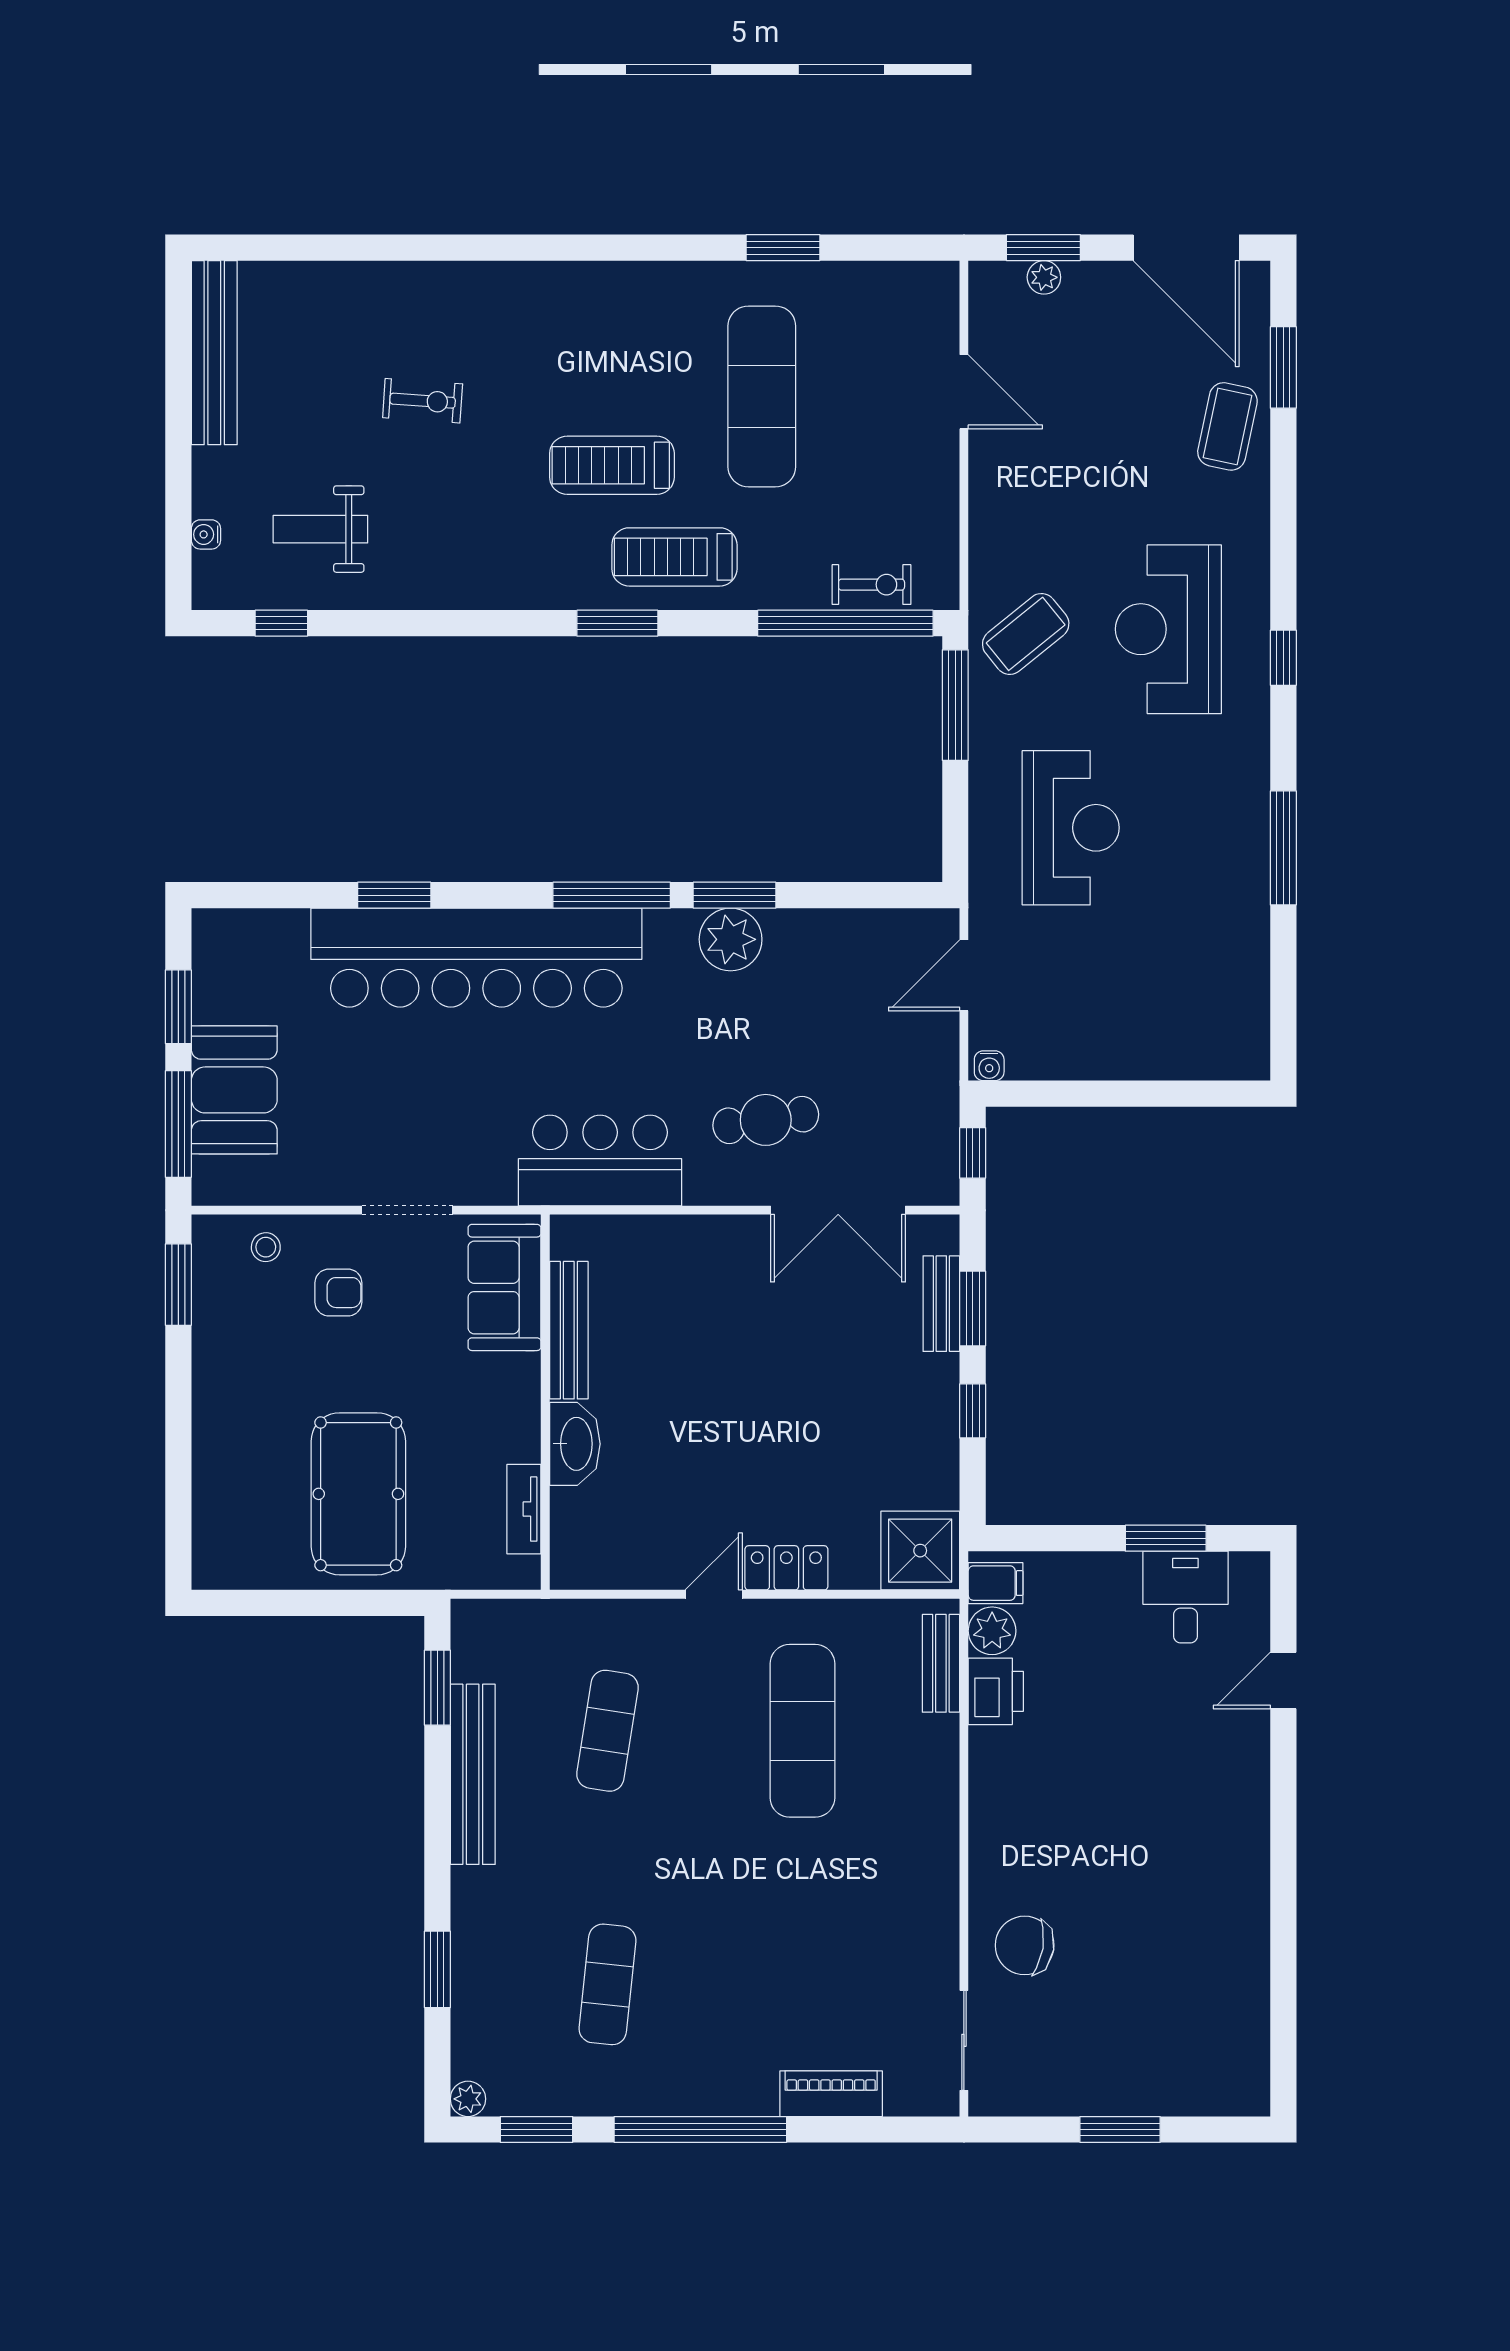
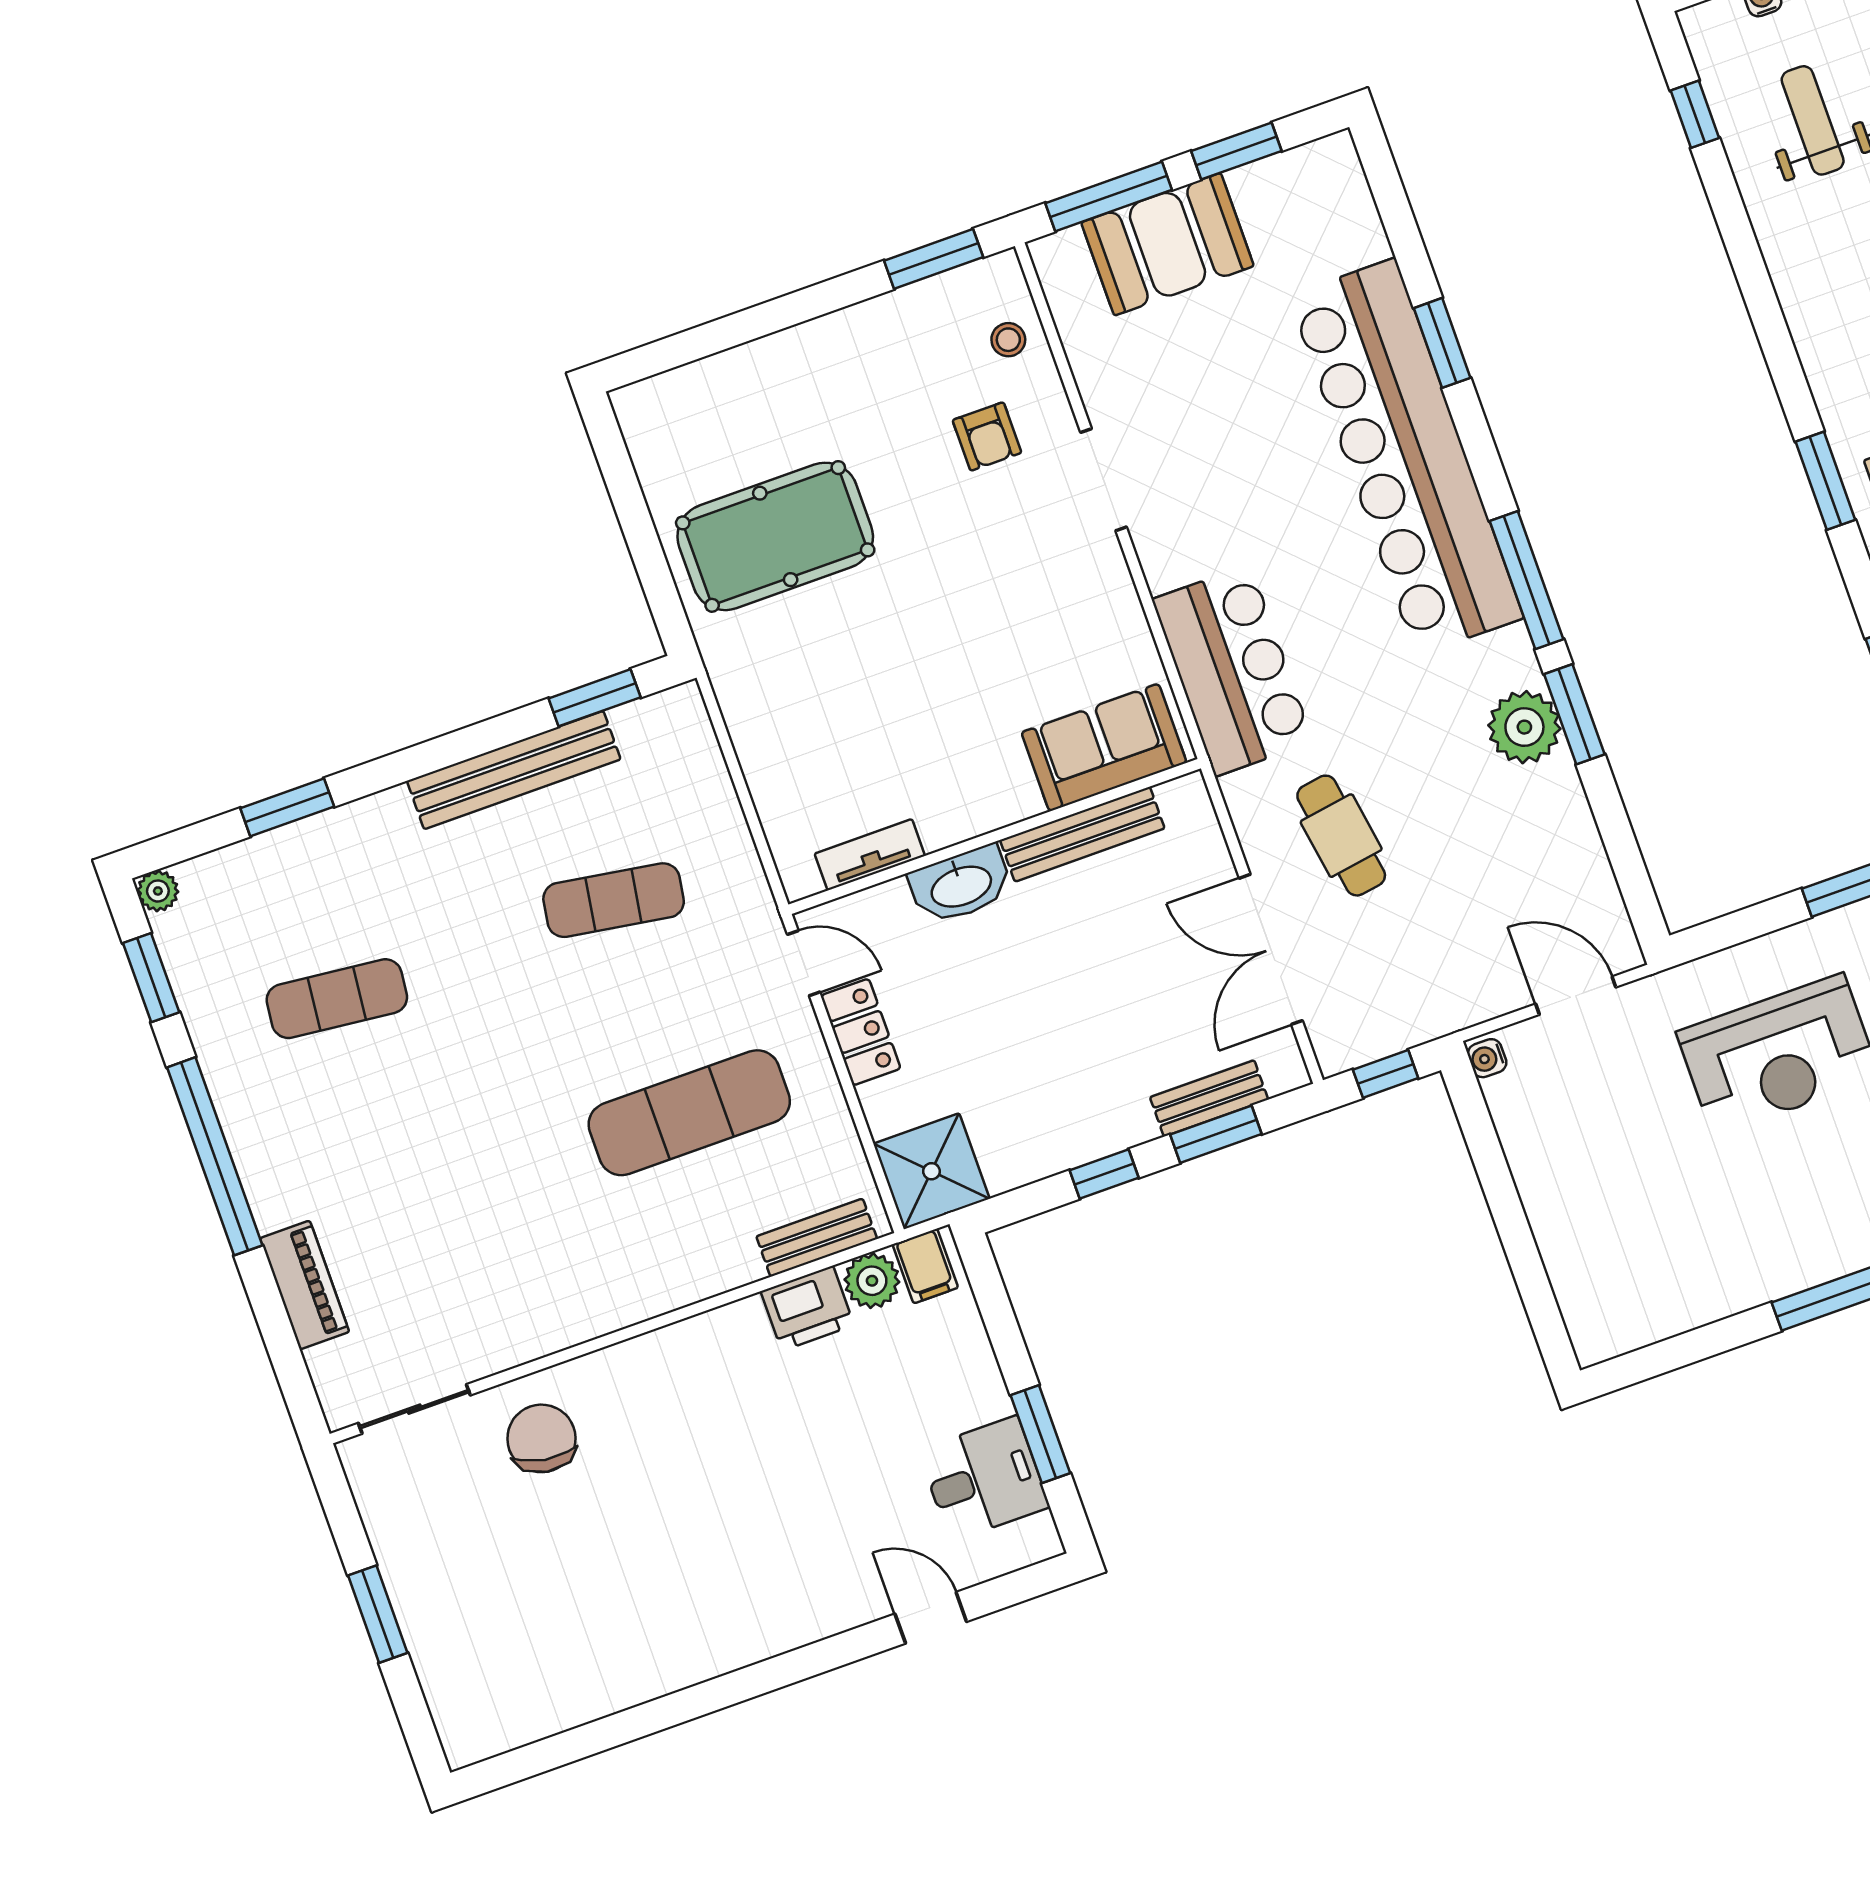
sofa: (504, 1287) -> (1104, 747), moved
bench: (569, 1330) -> (1082, 834), moved
wall: (545, 1402) -> (995, 837), moved
washbasin: (575, 1444) -> (961, 885), moved
tv unit: (524, 1509) -> (870, 855), moved

